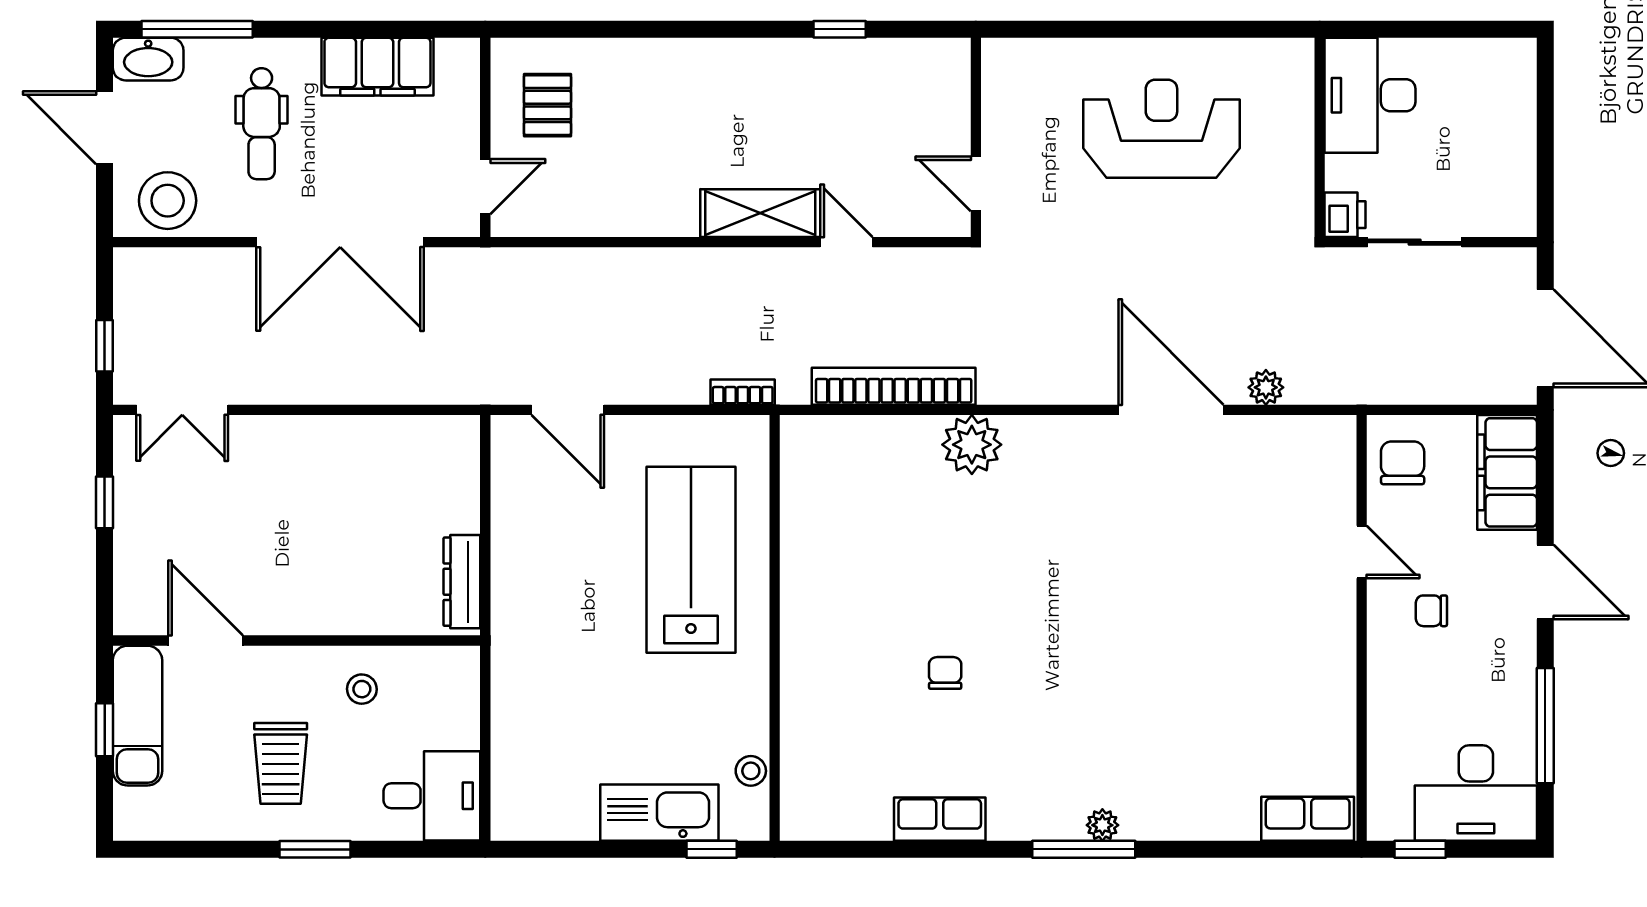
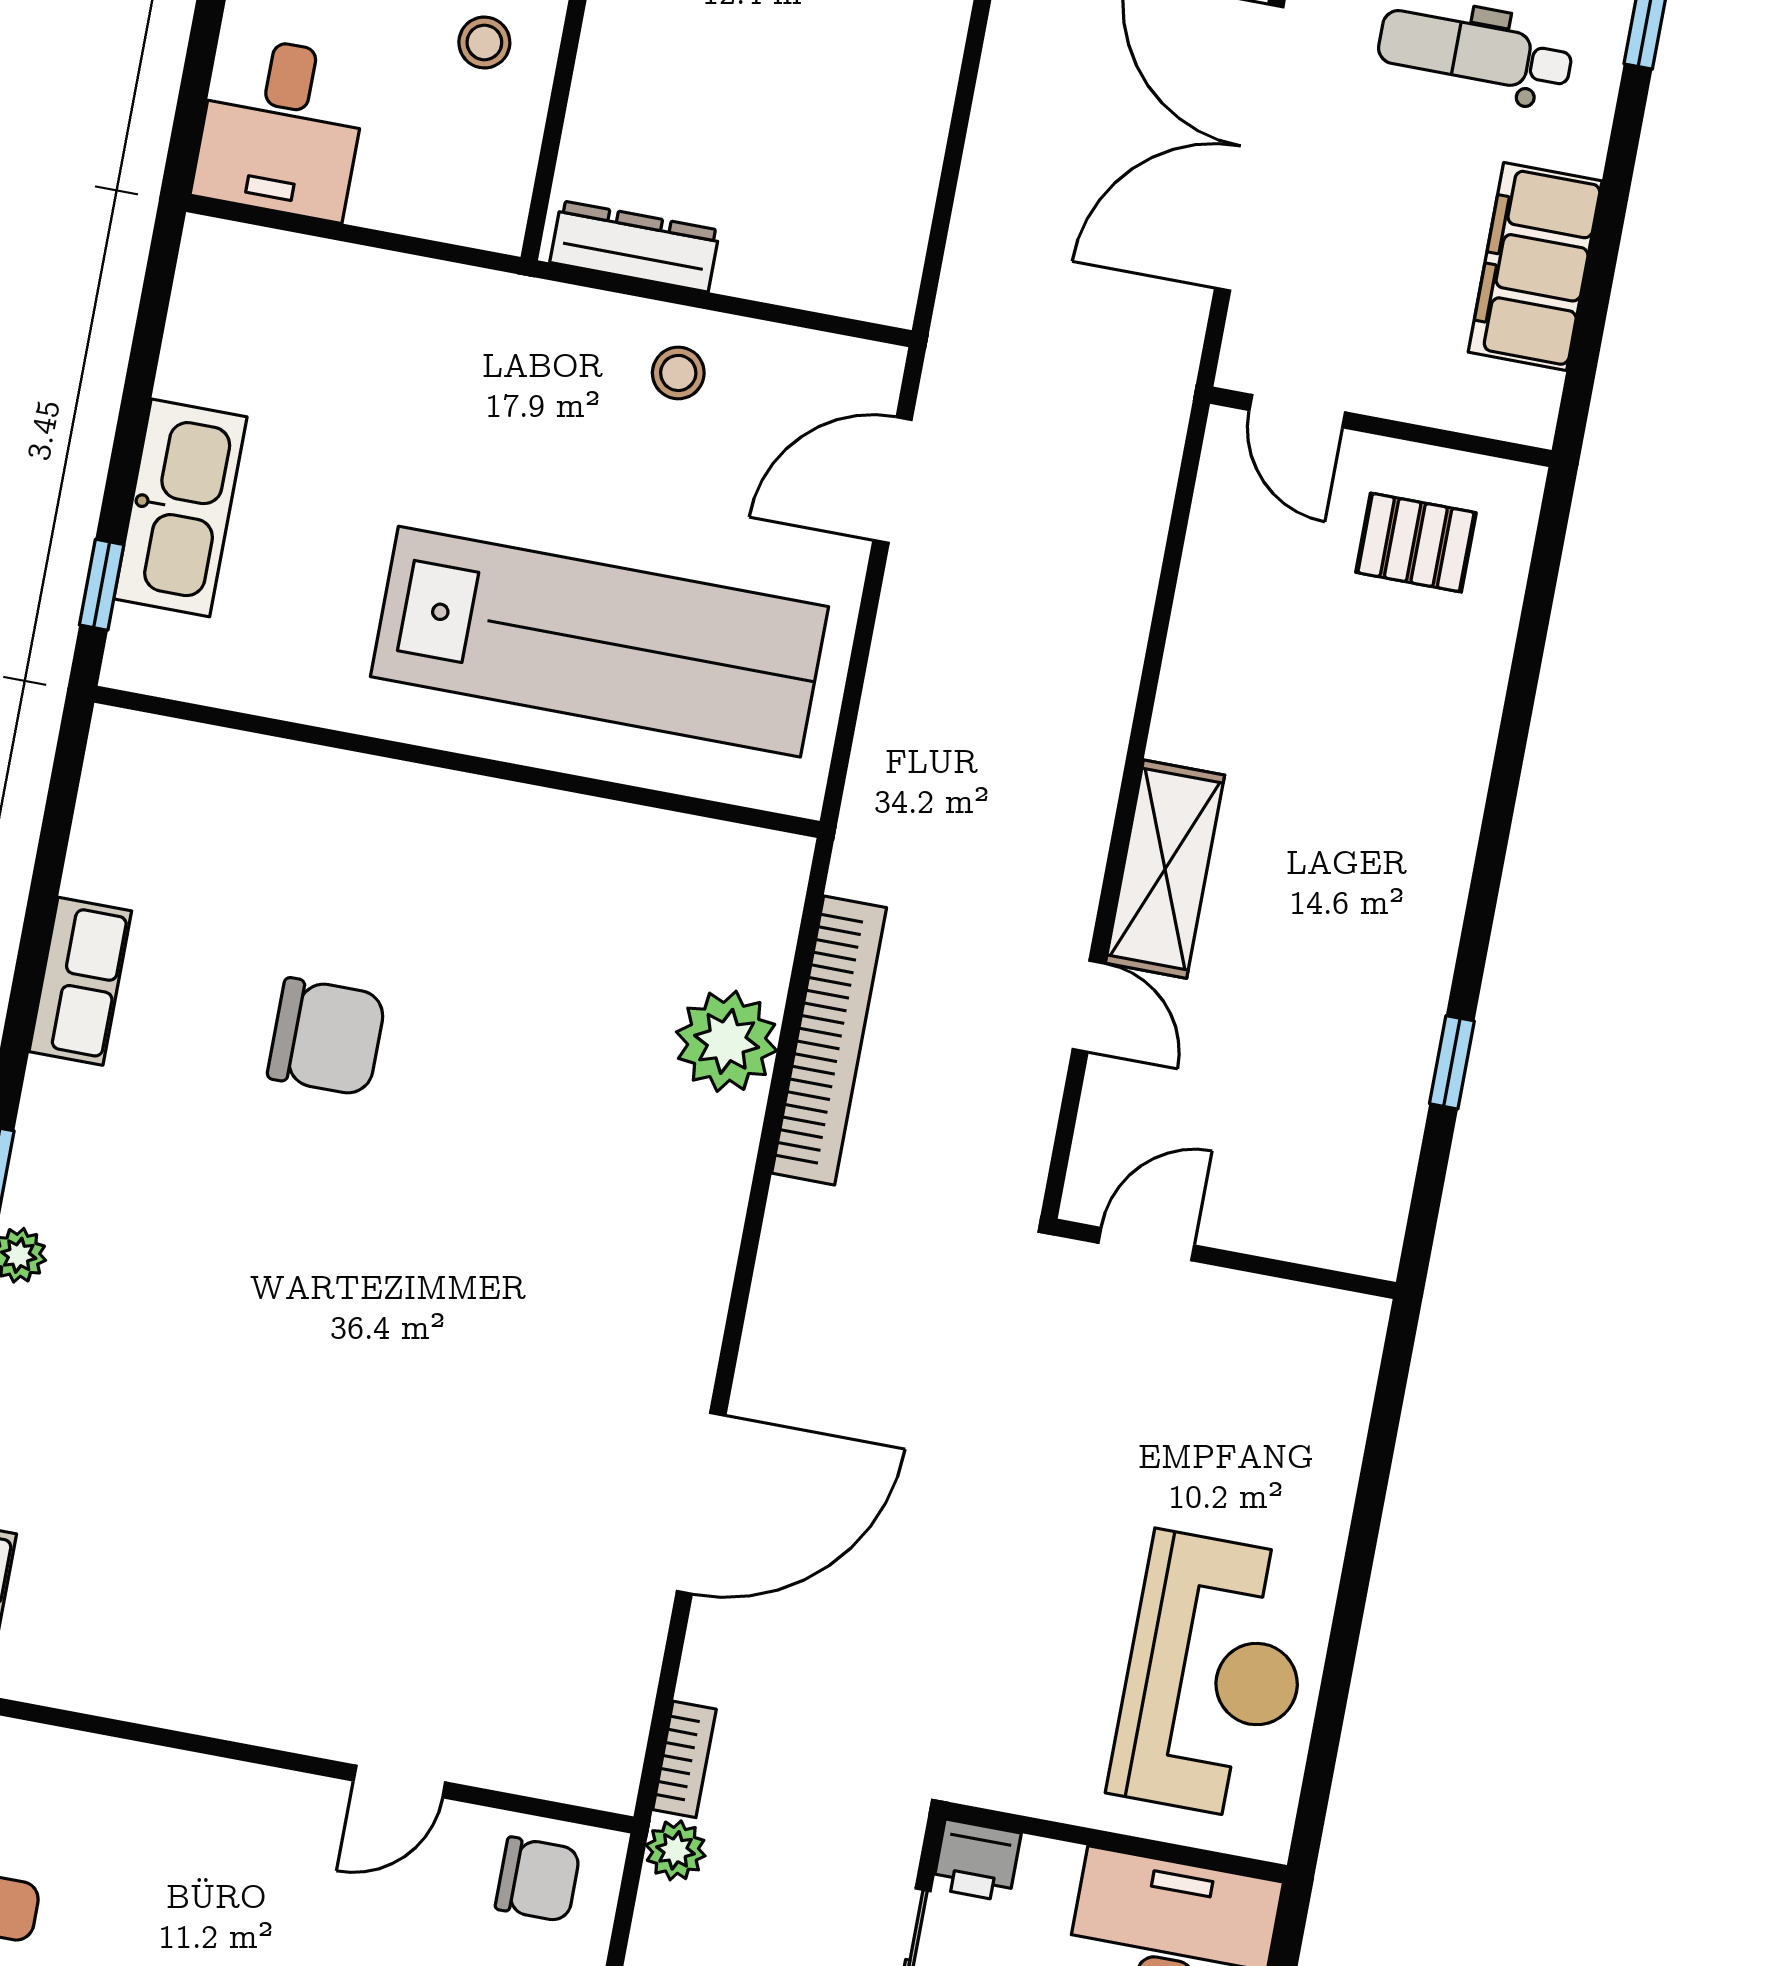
reception desk: (1161, 129) -> (1213, 1676), moved
door: (846, 242) -> (1088, 1006), hinge flipped
plant: (1266, 387) -> (676, 1850), moved
bookcase: (743, 392) -> (684, 1759), moved
plant: (972, 445) -> (727, 1041), moved
lab bench: (691, 560) -> (599, 642), width x1.36
chair: (1431, 611) -> (278, 1881), removed
chair: (945, 673) -> (327, 1037), width x1.87, depth x1.87
stool: (751, 771) -> (678, 373), moved

